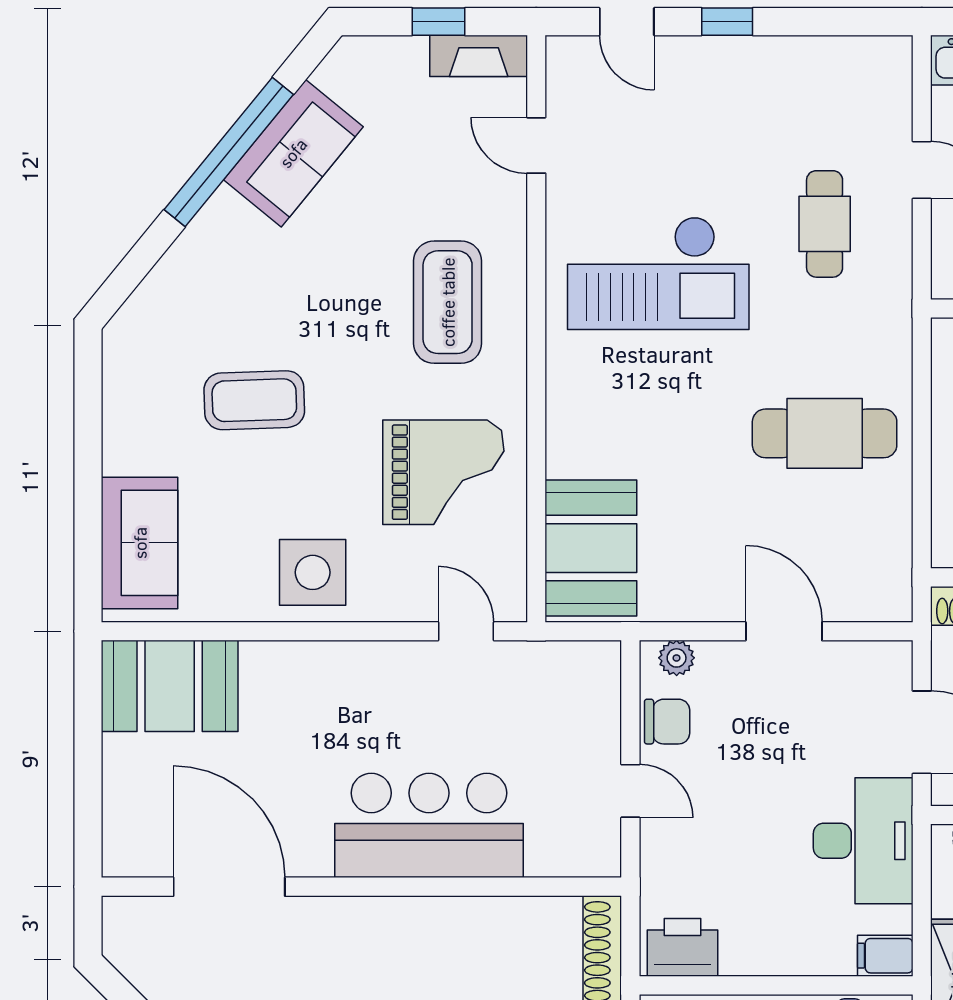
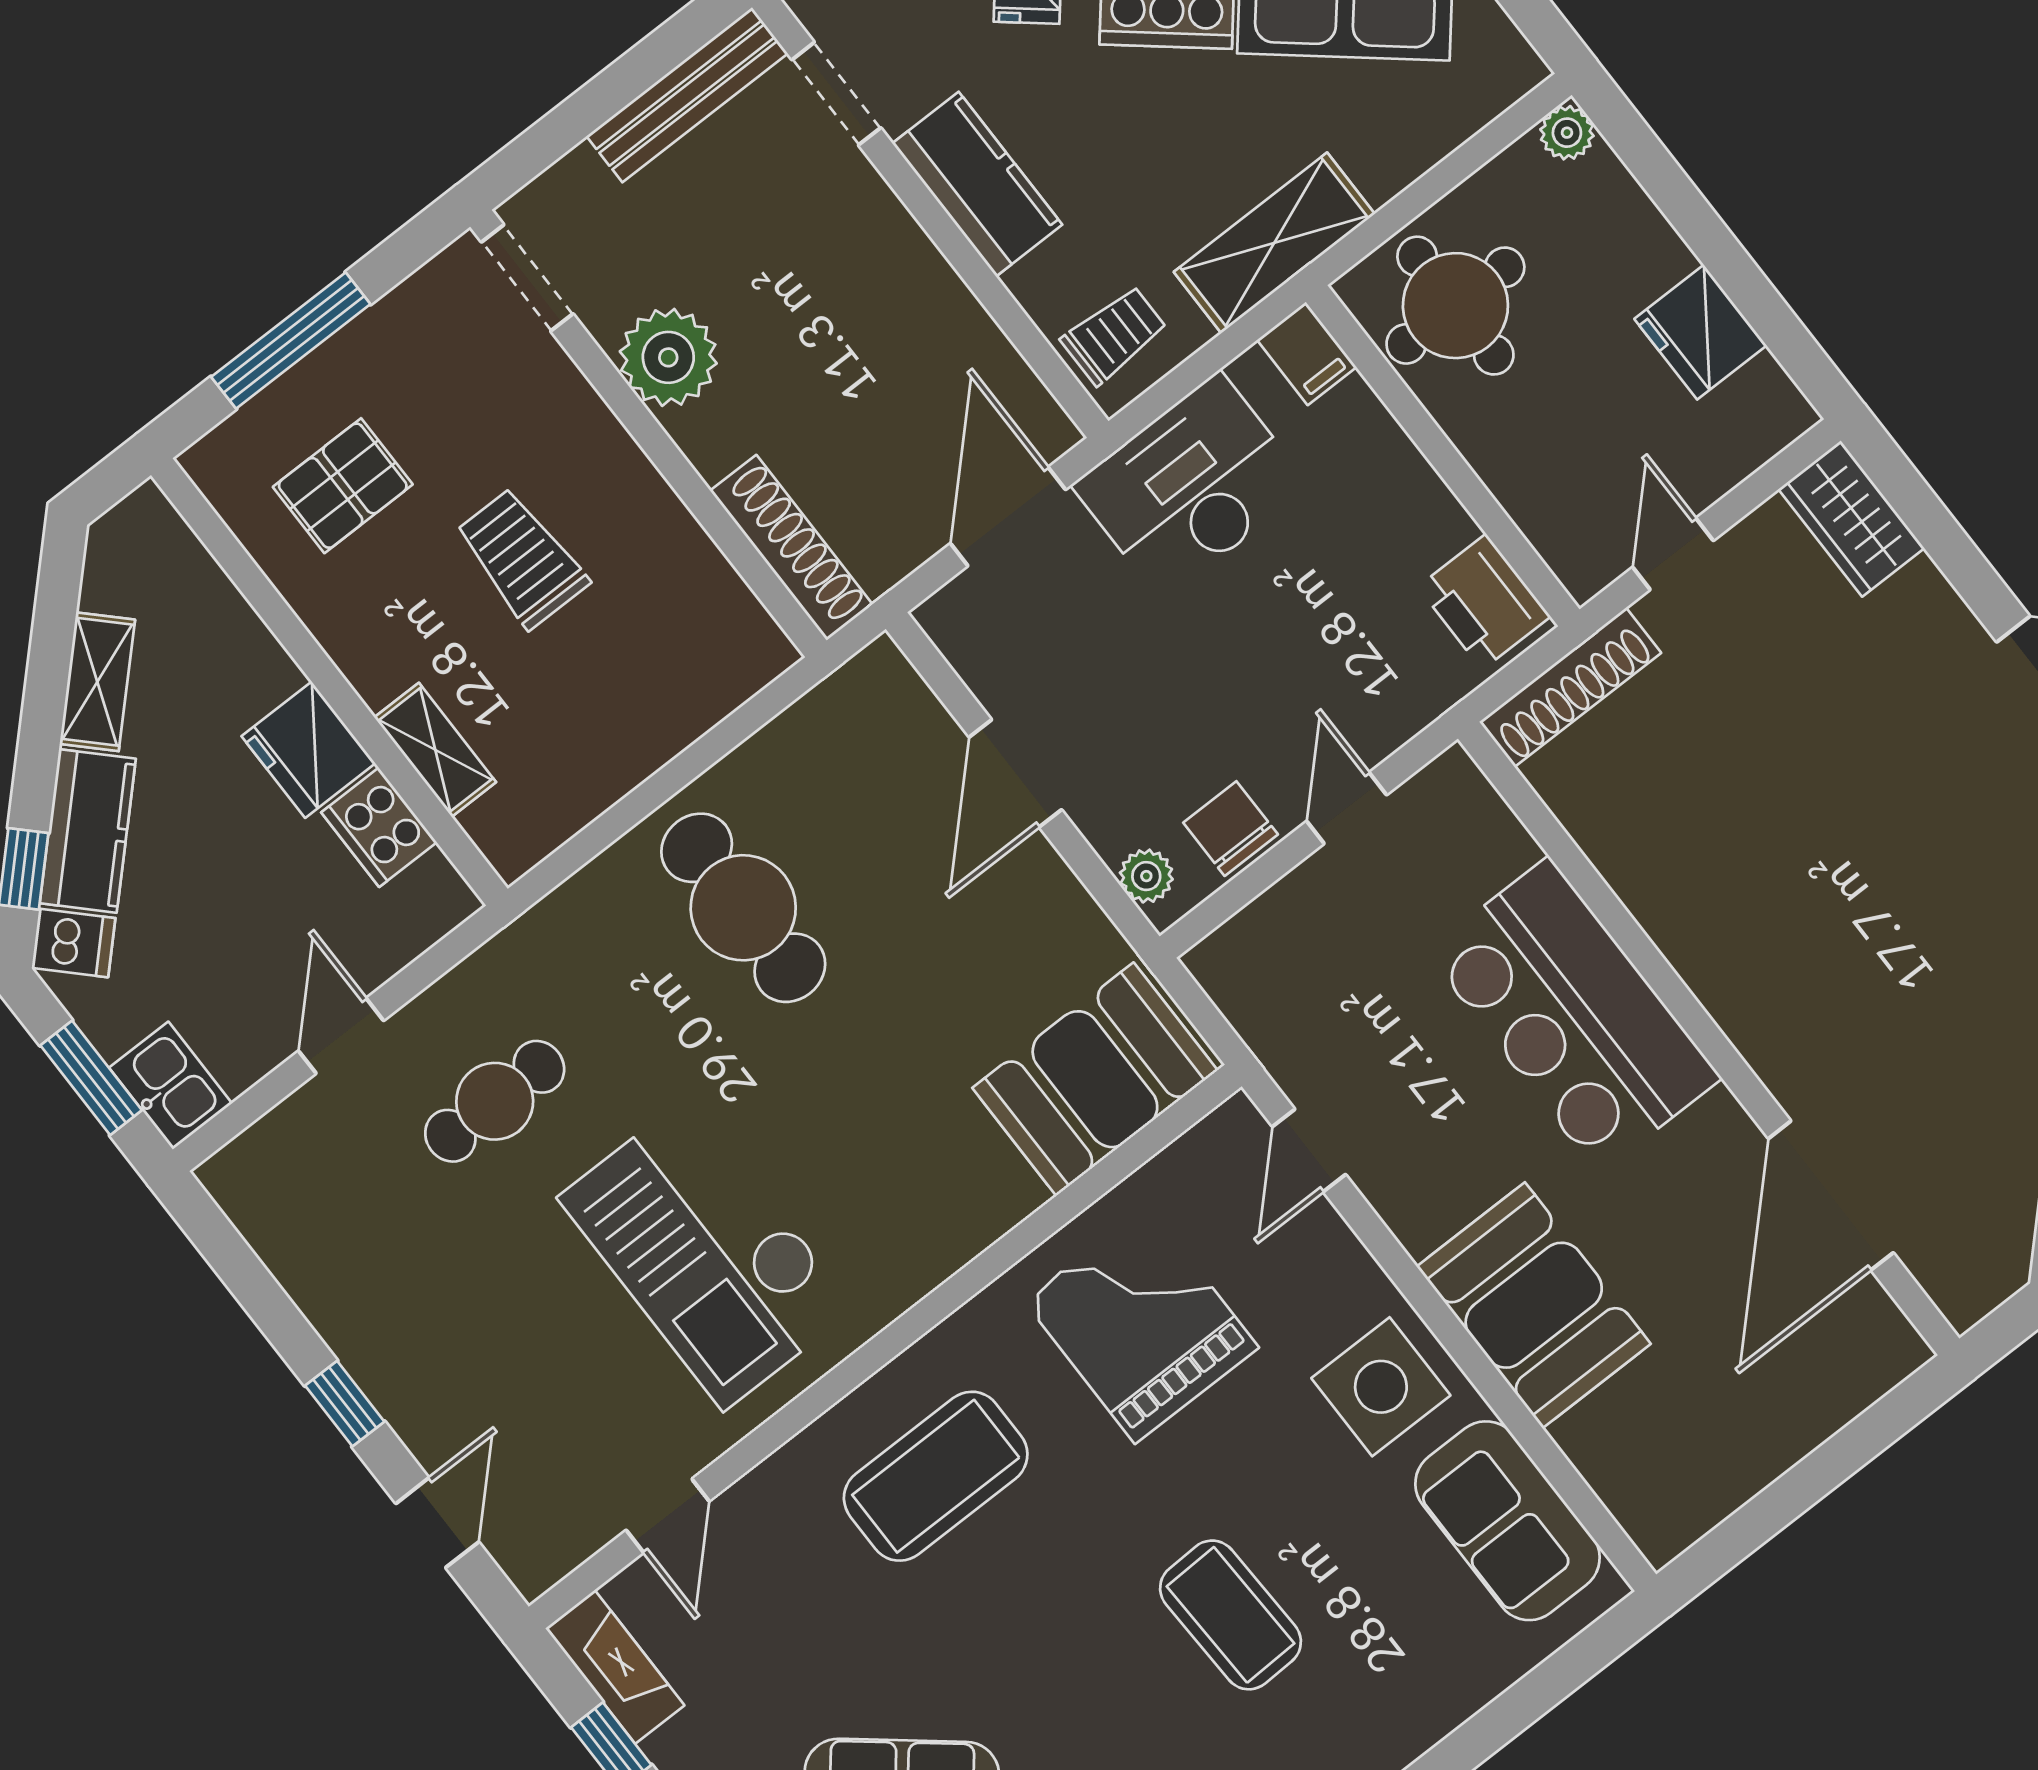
checkout: (658, 273) -> (707, 1253), turned 180
sofa: (140, 543) -> (1508, 1521), moved, turned -90
booth: (170, 686) -> (1534, 1305), moved

